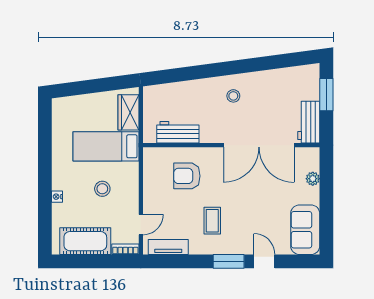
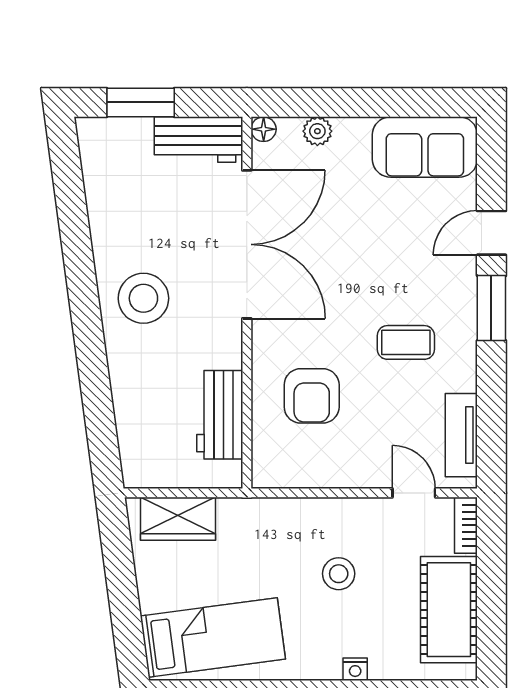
stool: (233, 96) -> (143, 298), width x1.89, depth x1.89
bed: (106, 146) -> (213, 638), moved, turned -98
floor lamp: (314, 153) -> (264, 129), added

